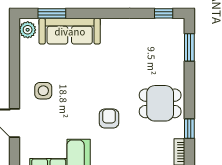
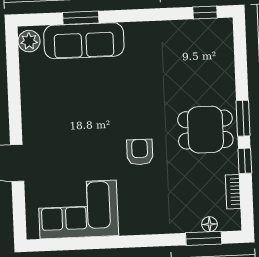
window: (52, 13) -> (81, 18), moved
window: (189, 47) -> (243, 118), moved
side table: (43, 91) -> (53, 120), removed

